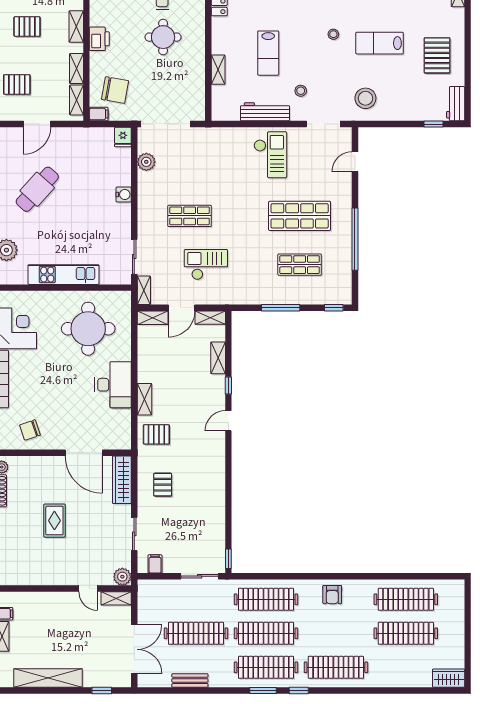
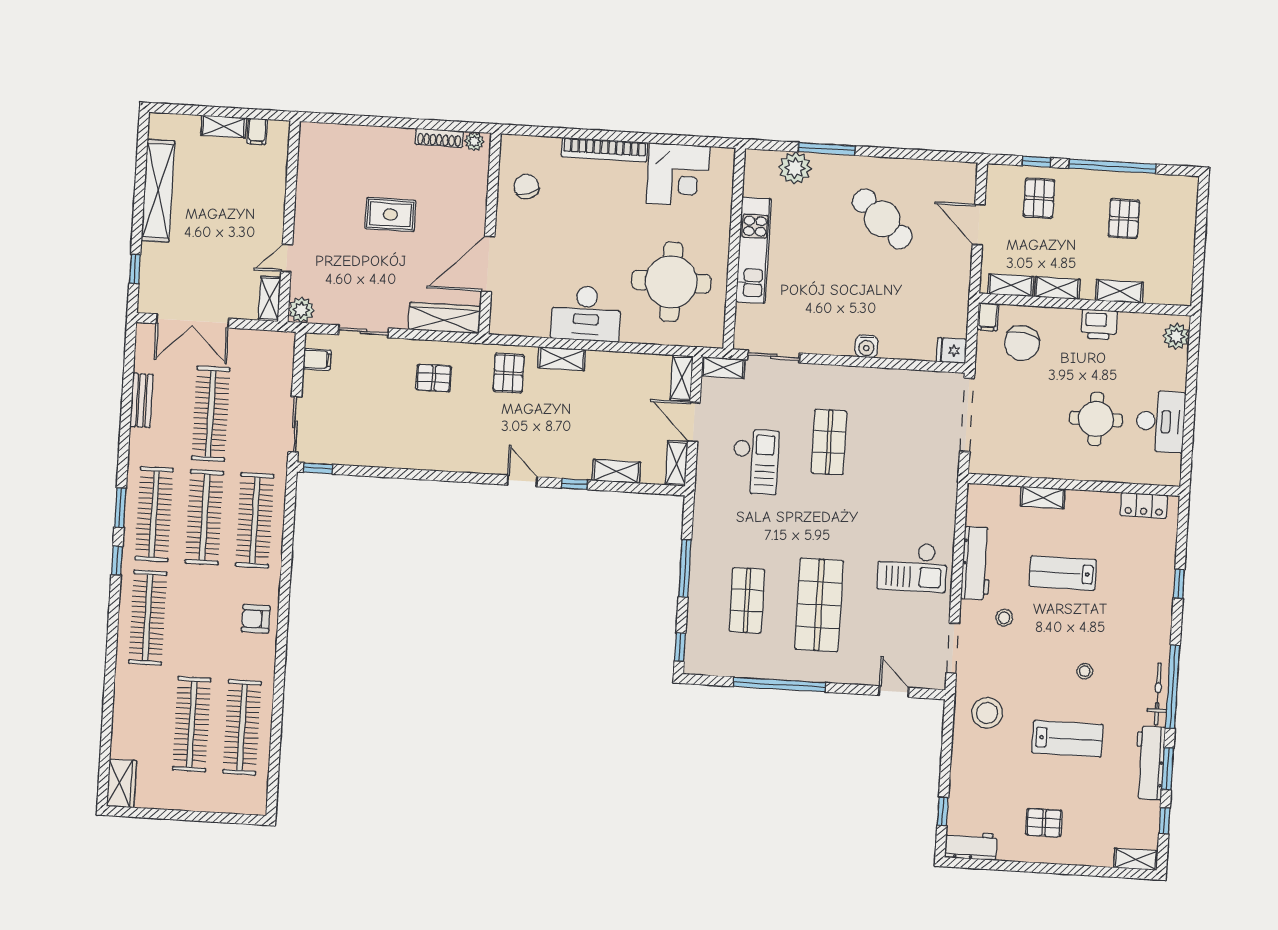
lab bench: (380, 43) -> (1067, 739), turned 90
pallet: (437, 55) -> (1044, 823), width x0.67, depth x0.71
plant: (146, 162) -> (913, 383), removed

